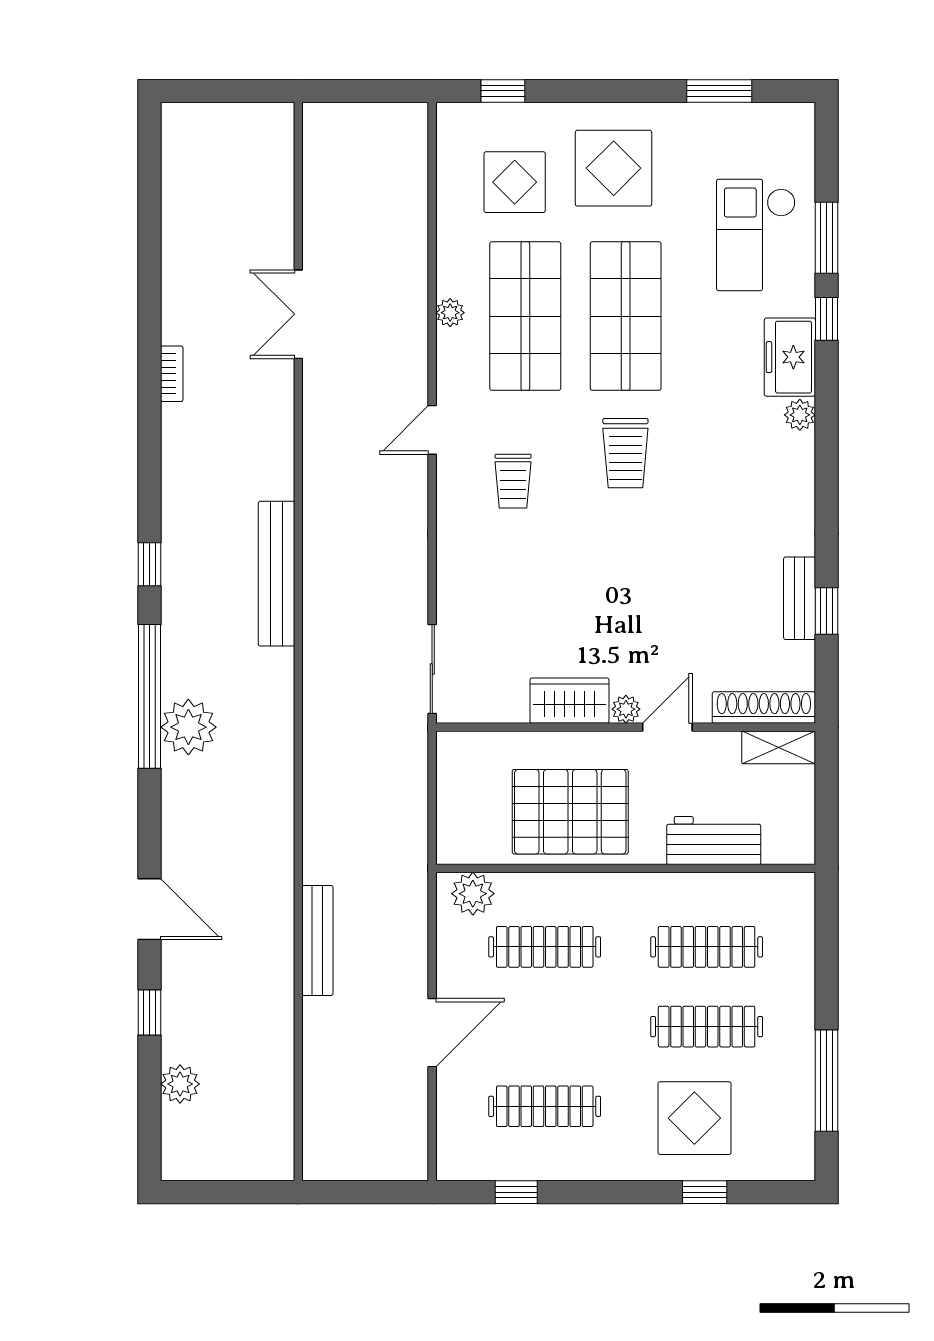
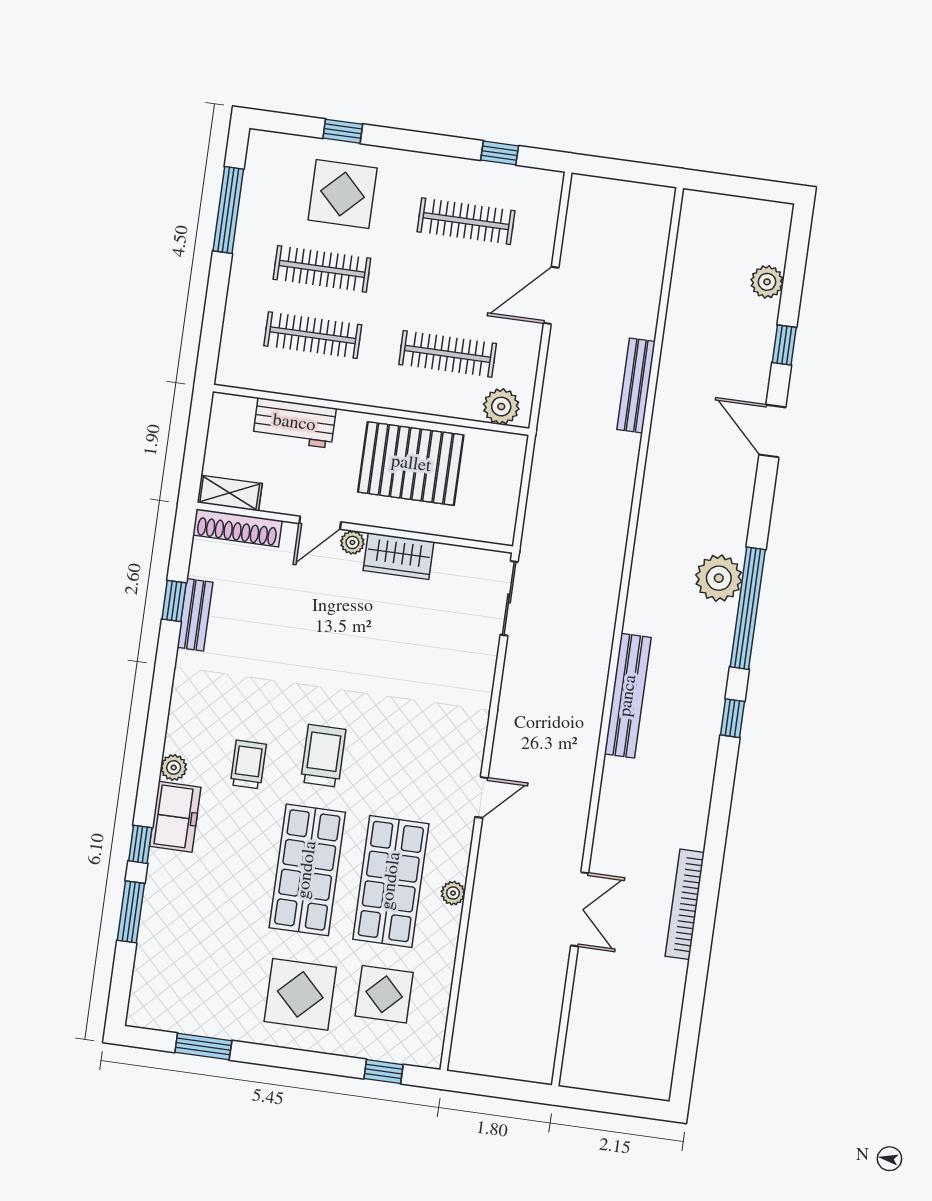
checkout: (756, 235) -> (189, 922), removed
bookcase: (172, 374) -> (685, 904), width x2.31, depth x1.31
trolley: (513, 481) -> (248, 765), moved

